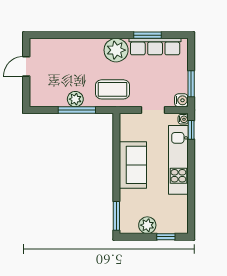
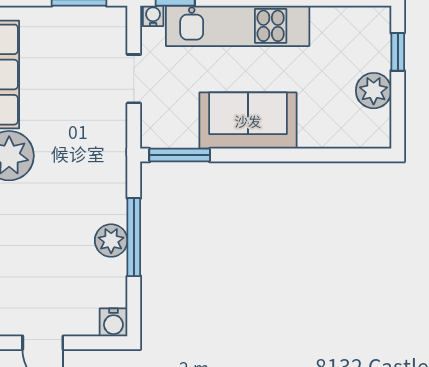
coffee table: (112, 89) -> (91, 163), removed
water cooler: (181, 100) -> (113, 322), moved, turned 180
window: (116, 216) -> (180, 155), moved

